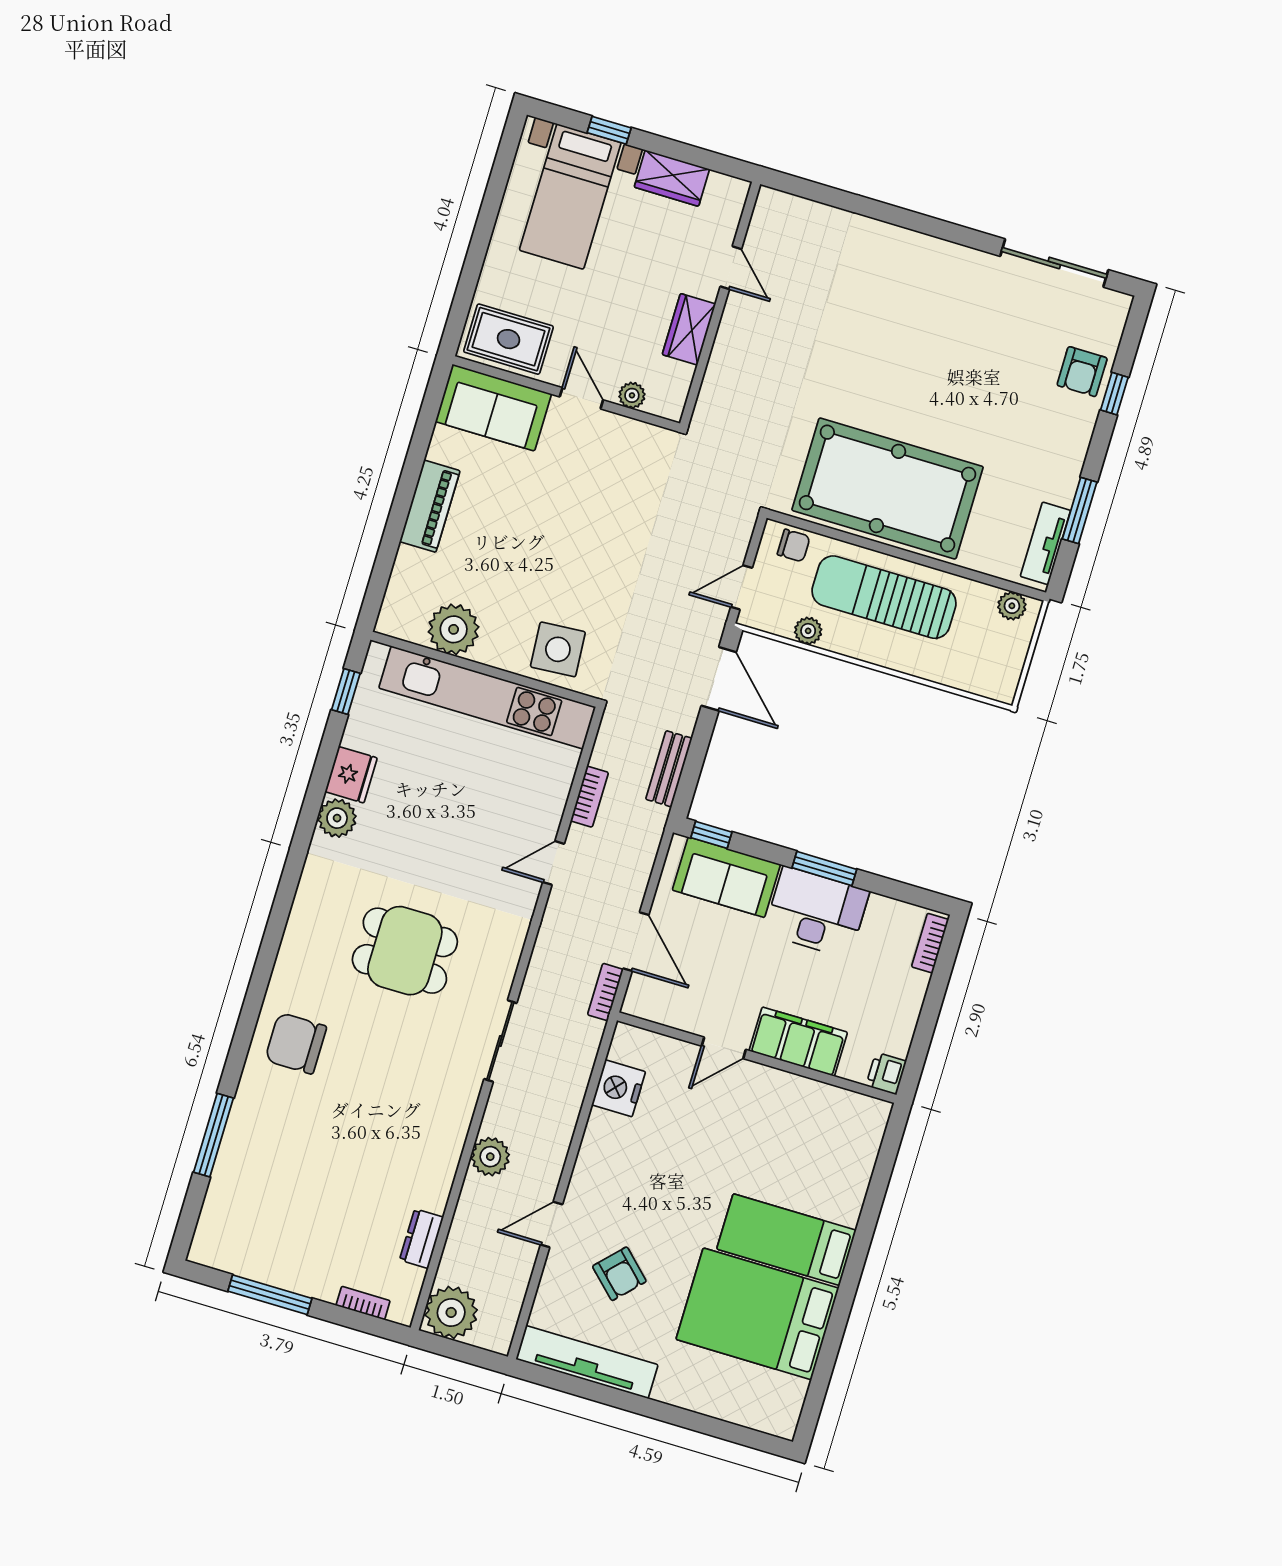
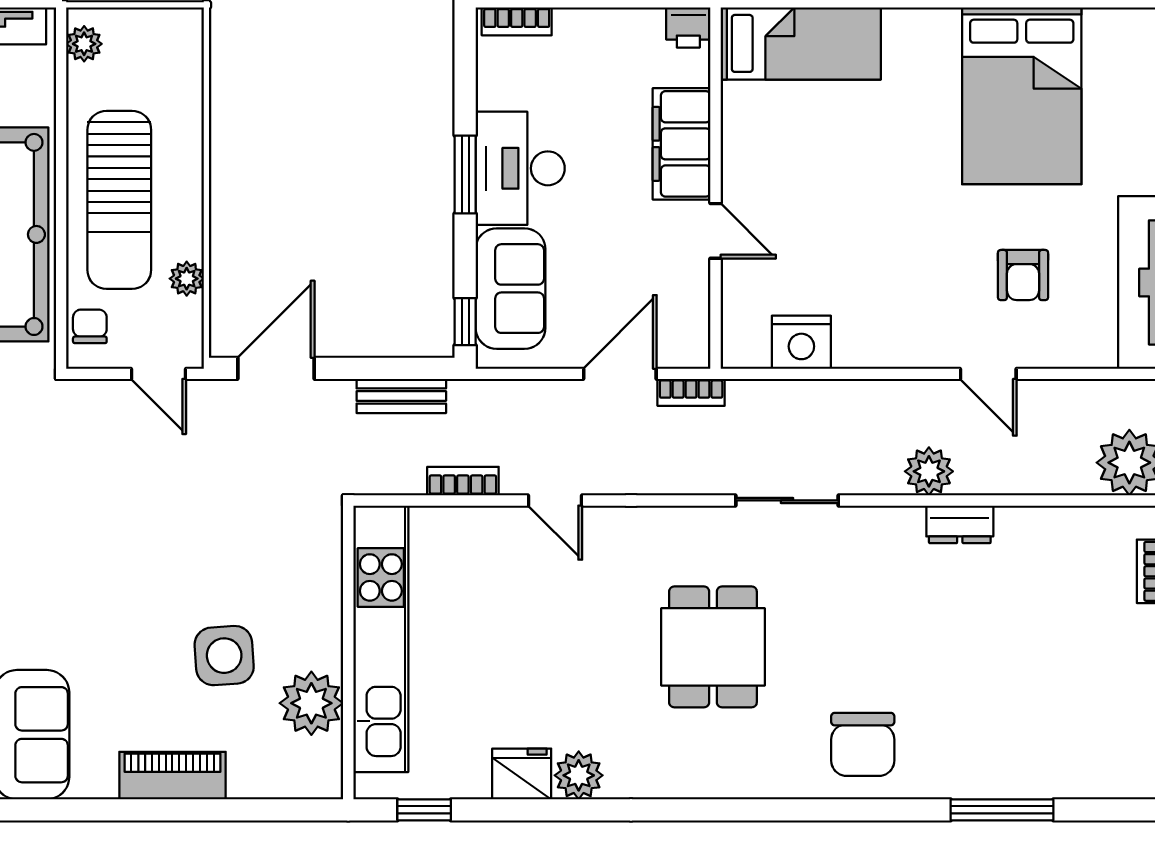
side table: (558, 649) -> (224, 656), moved
dresser: (421, 1239) -> (960, 524), moved
bed: (786, 1240) -> (801, 43), moved, turned -90
armchair: (619, 1274) -> (1023, 275), turned 136

